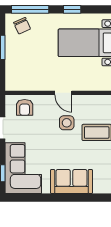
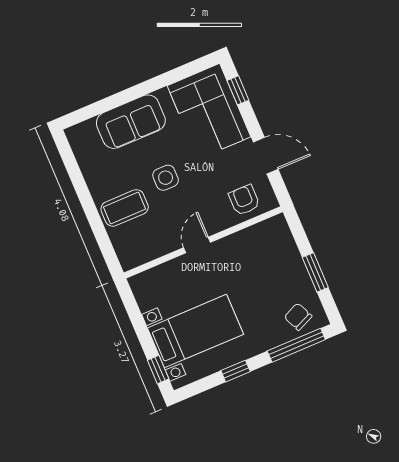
door: (63, 93) -> (197, 245), hinge flipped
side table: (67, 123) -> (166, 178), moved

